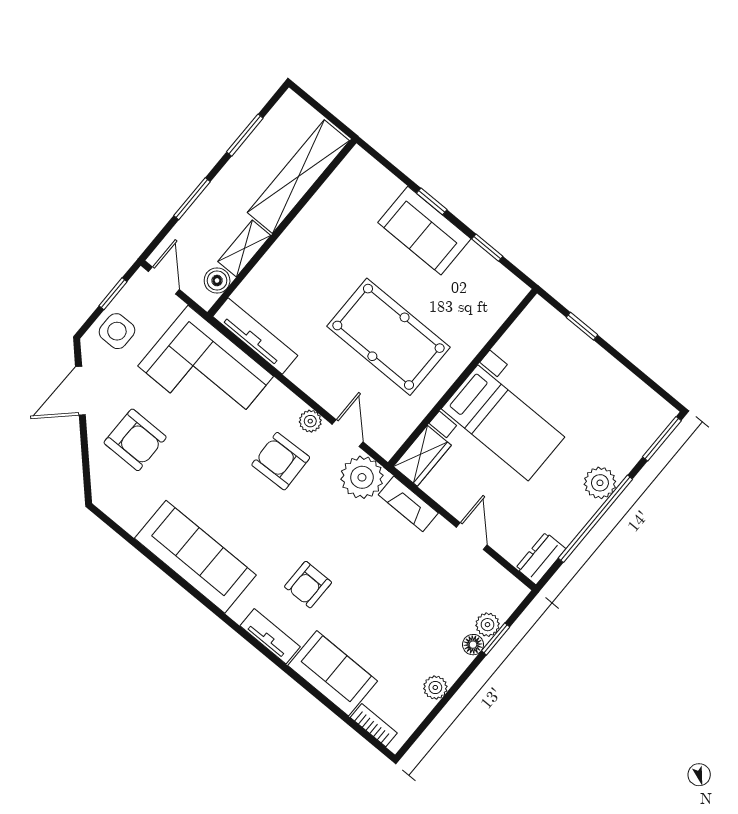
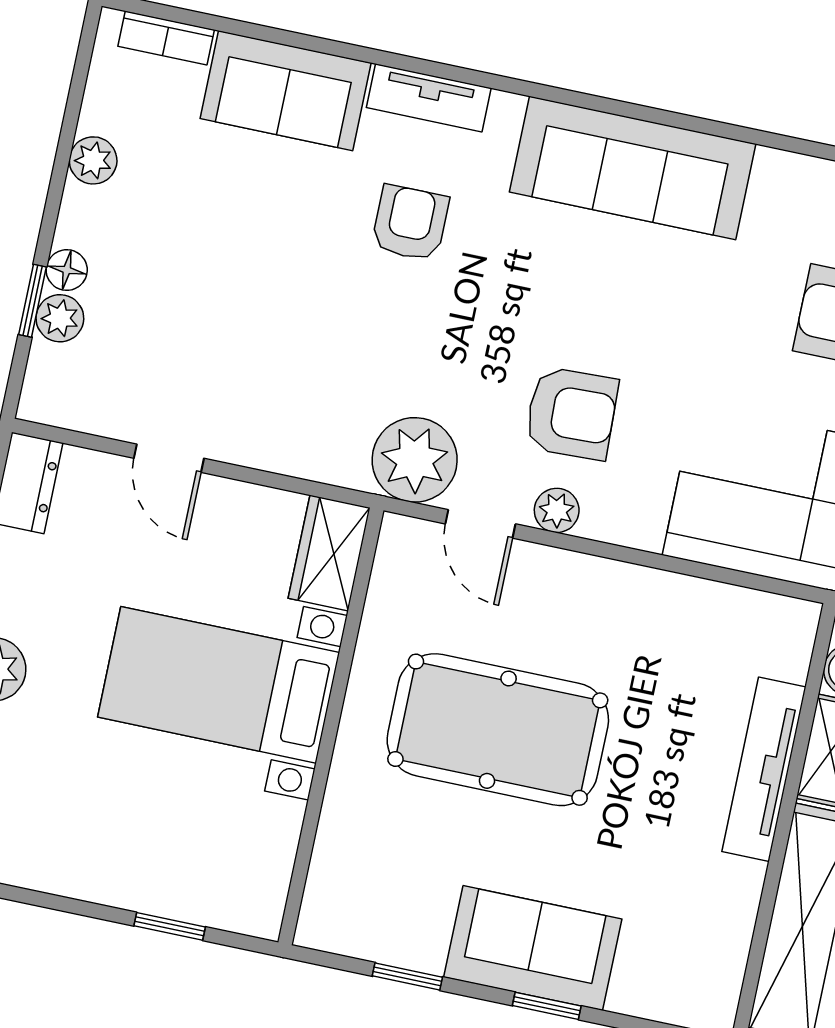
tv unit: (255, 336) -> (764, 769), moved, turned 90
fireplace: (408, 504) -> (309, 456), removed

